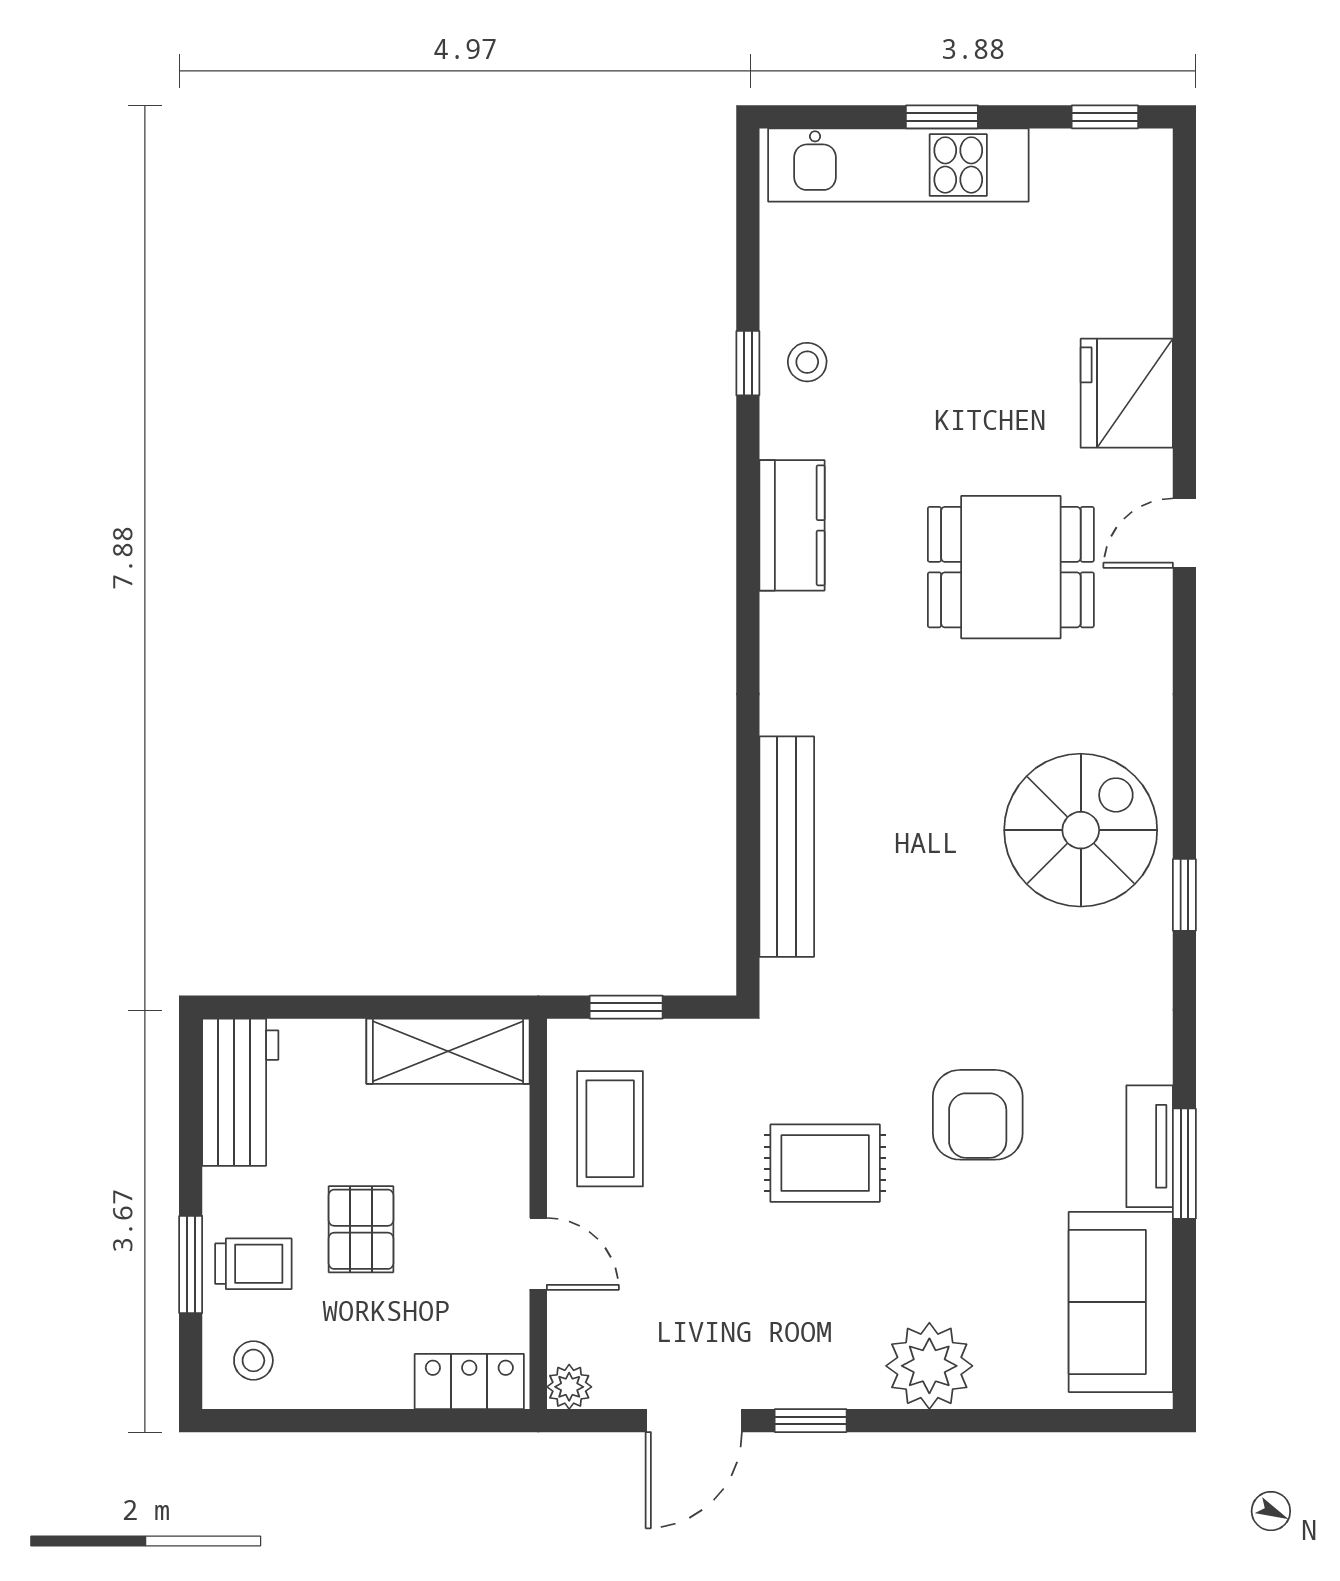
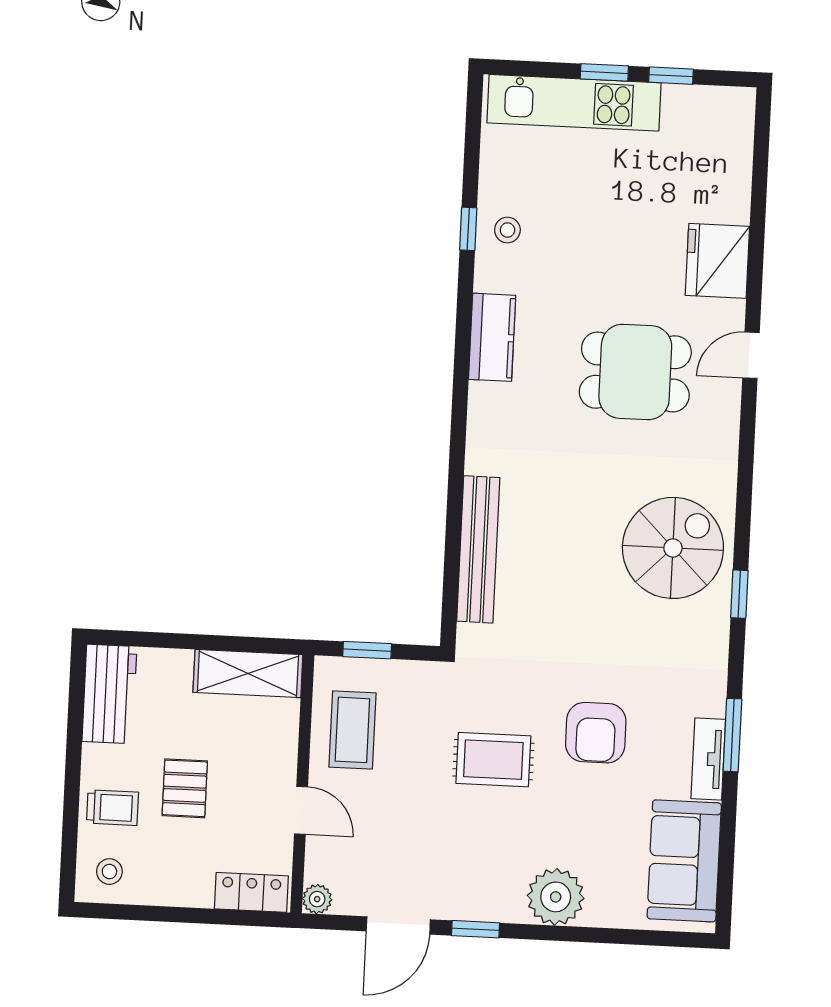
window: (1105, 117) -> (671, 76), moved
window: (1184, 1164) -> (732, 735), moved
window: (191, 1265) -> (71, 806), removed

